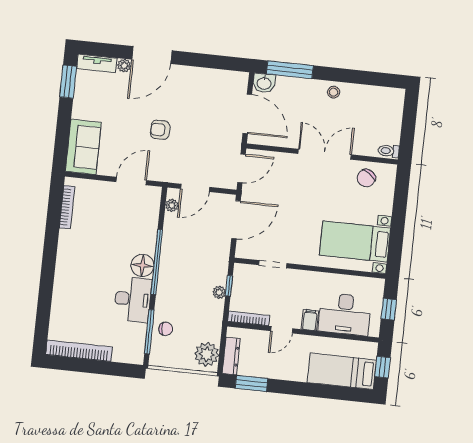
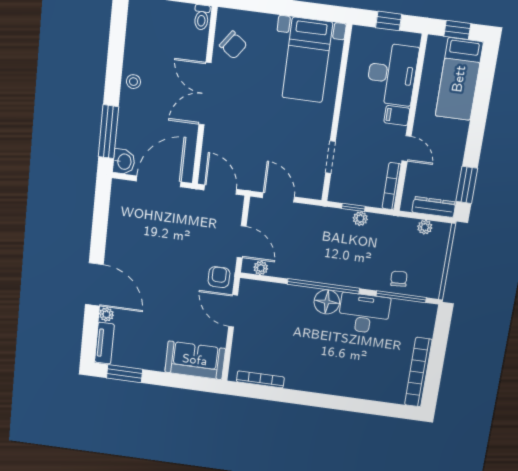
armchair: (160, 130) -> (219, 277), moved, turned 180
door: (236, 220) -> (278, 197), width x0.73
plant: (207, 354) -> (425, 227), width x0.53, depth x0.53

